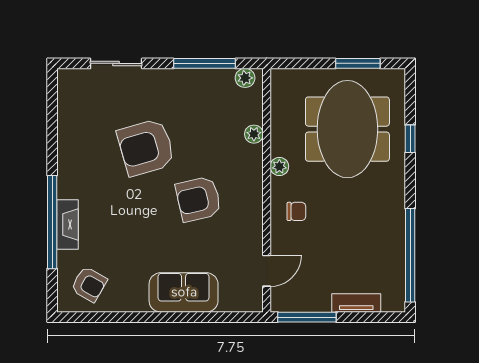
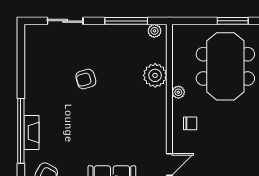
plant: (254, 134) -> (155, 75), width x1.88, depth x1.88
armchair: (146, 147) -> (86, 79), width x0.53, depth x0.53
armchair: (198, 199) -> (122, 115), removed

